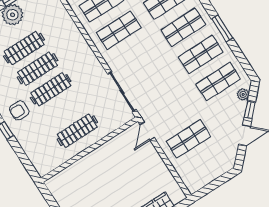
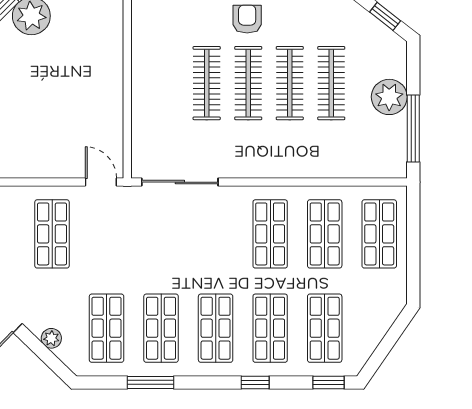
window: (222, 28) -> (150, 382), moved
plant: (243, 94) -> (51, 338), moved
window: (250, 110) -> (38, 347), removed
clothes rail: (77, 131) -> (207, 83), moved

